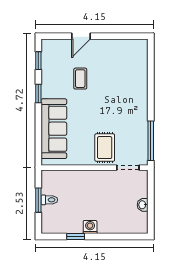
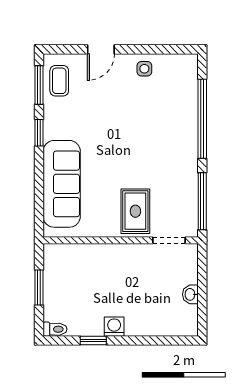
side table: (111, 49) -> (144, 69), added
window: (38, 61) -> (39, 85), width x1.50
coffee table: (80, 79) -> (59, 81), moved
window: (151, 84) -> (202, 119), added
toilet: (49, 200) -> (55, 329), moved

